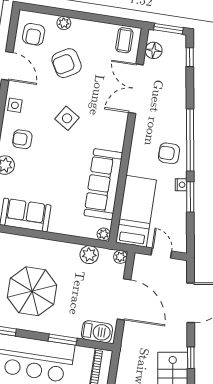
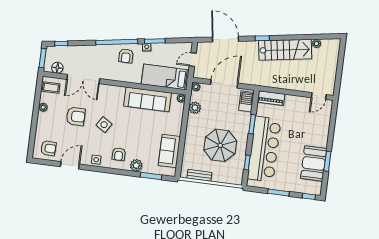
plant: (64, 23) -> (43, 107), moved
armchair: (67, 63) -> (76, 116), moved, turned -60

